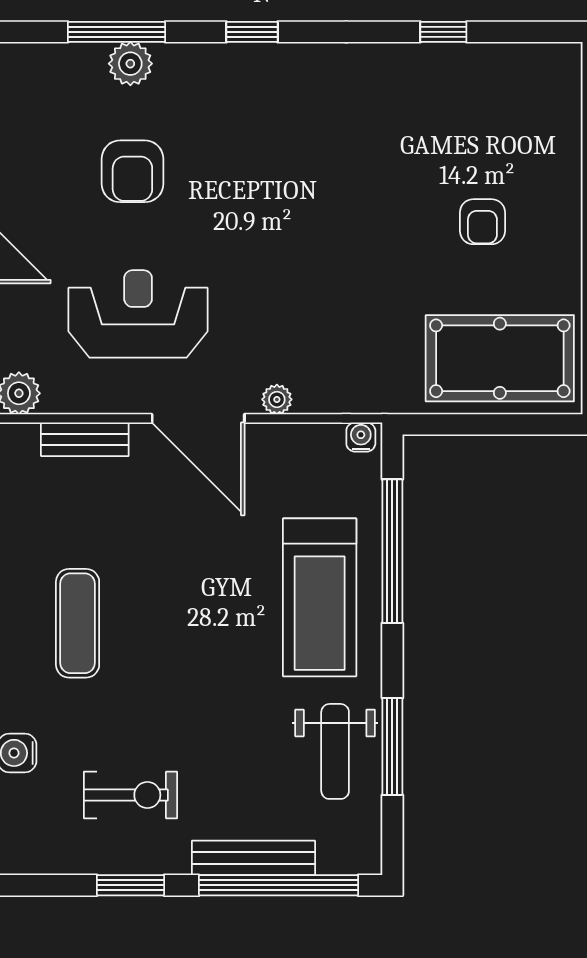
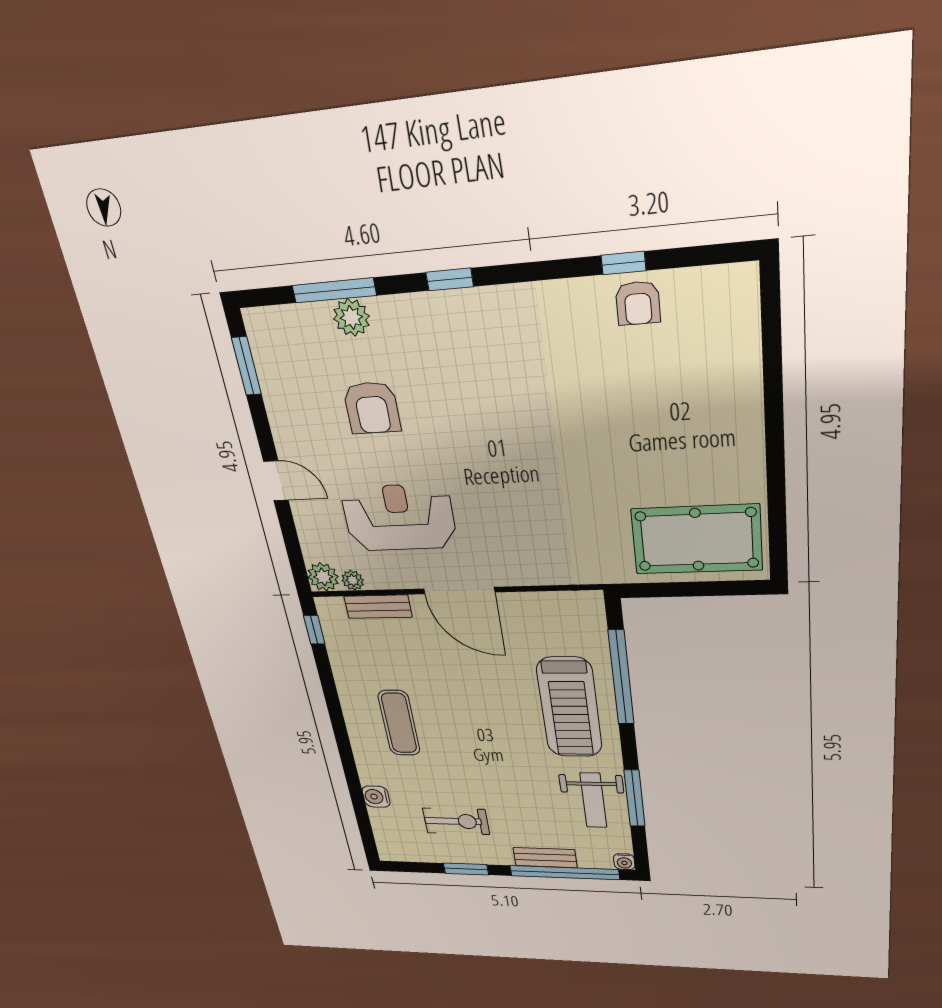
armchair: (482, 222) -> (638, 303), moved
plant: (277, 399) -> (353, 580), moved
water cooler: (361, 437) -> (624, 862), moved, turned 180
bench: (253, 858) -> (545, 858), width x0.73

